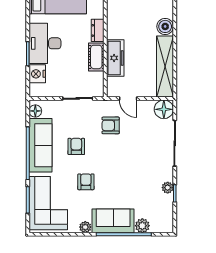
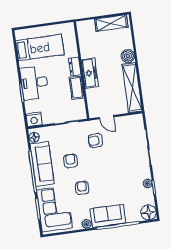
freezer: (115, 58) -> (90, 73), moved
nightstand: (37, 74) -> (34, 119), moved, turned -90
floor lamp: (164, 109) -> (148, 212), moved
plant: (142, 226) -> (132, 217), removed

